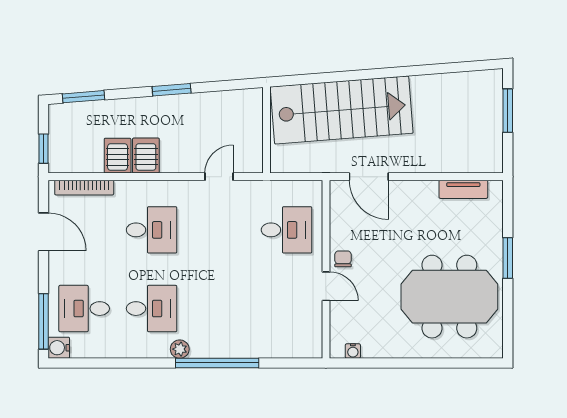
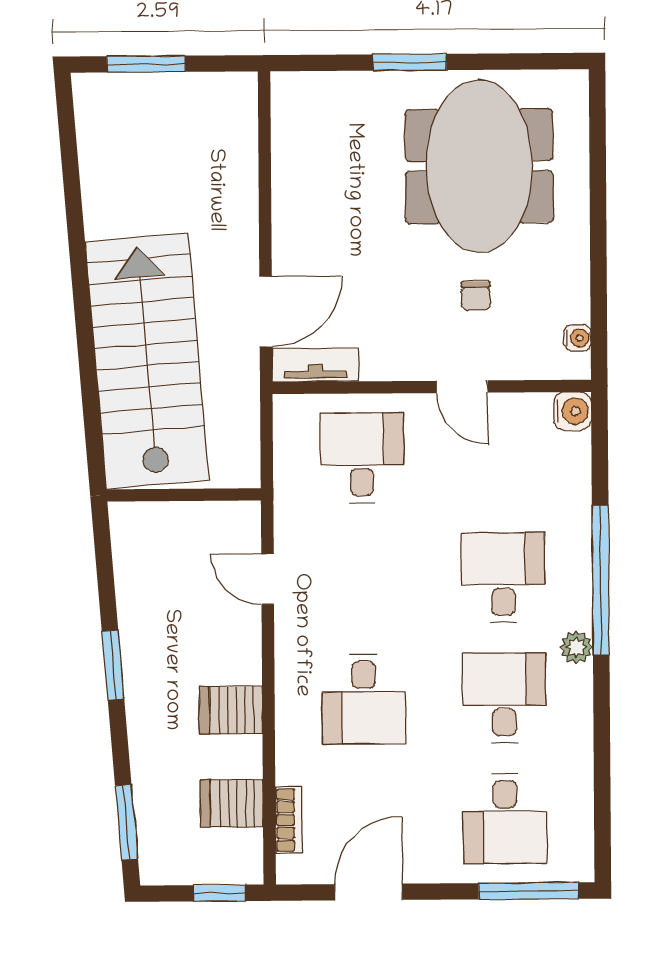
server rack: (118, 156) -> (232, 803), moved
bookcase: (84, 188) -> (289, 820), width x0.64
tv unit: (463, 189) -> (315, 365), moved, turned -90
desk: (152, 230) -> (364, 699), turned 180
chair: (343, 259) -> (476, 296), moved, turned -90
door: (326, 286) -> (462, 387), swing flipped
desk: (219, 309) -> (503, 577), added
water cooler: (59, 348) -> (572, 411), moved, turned -90

